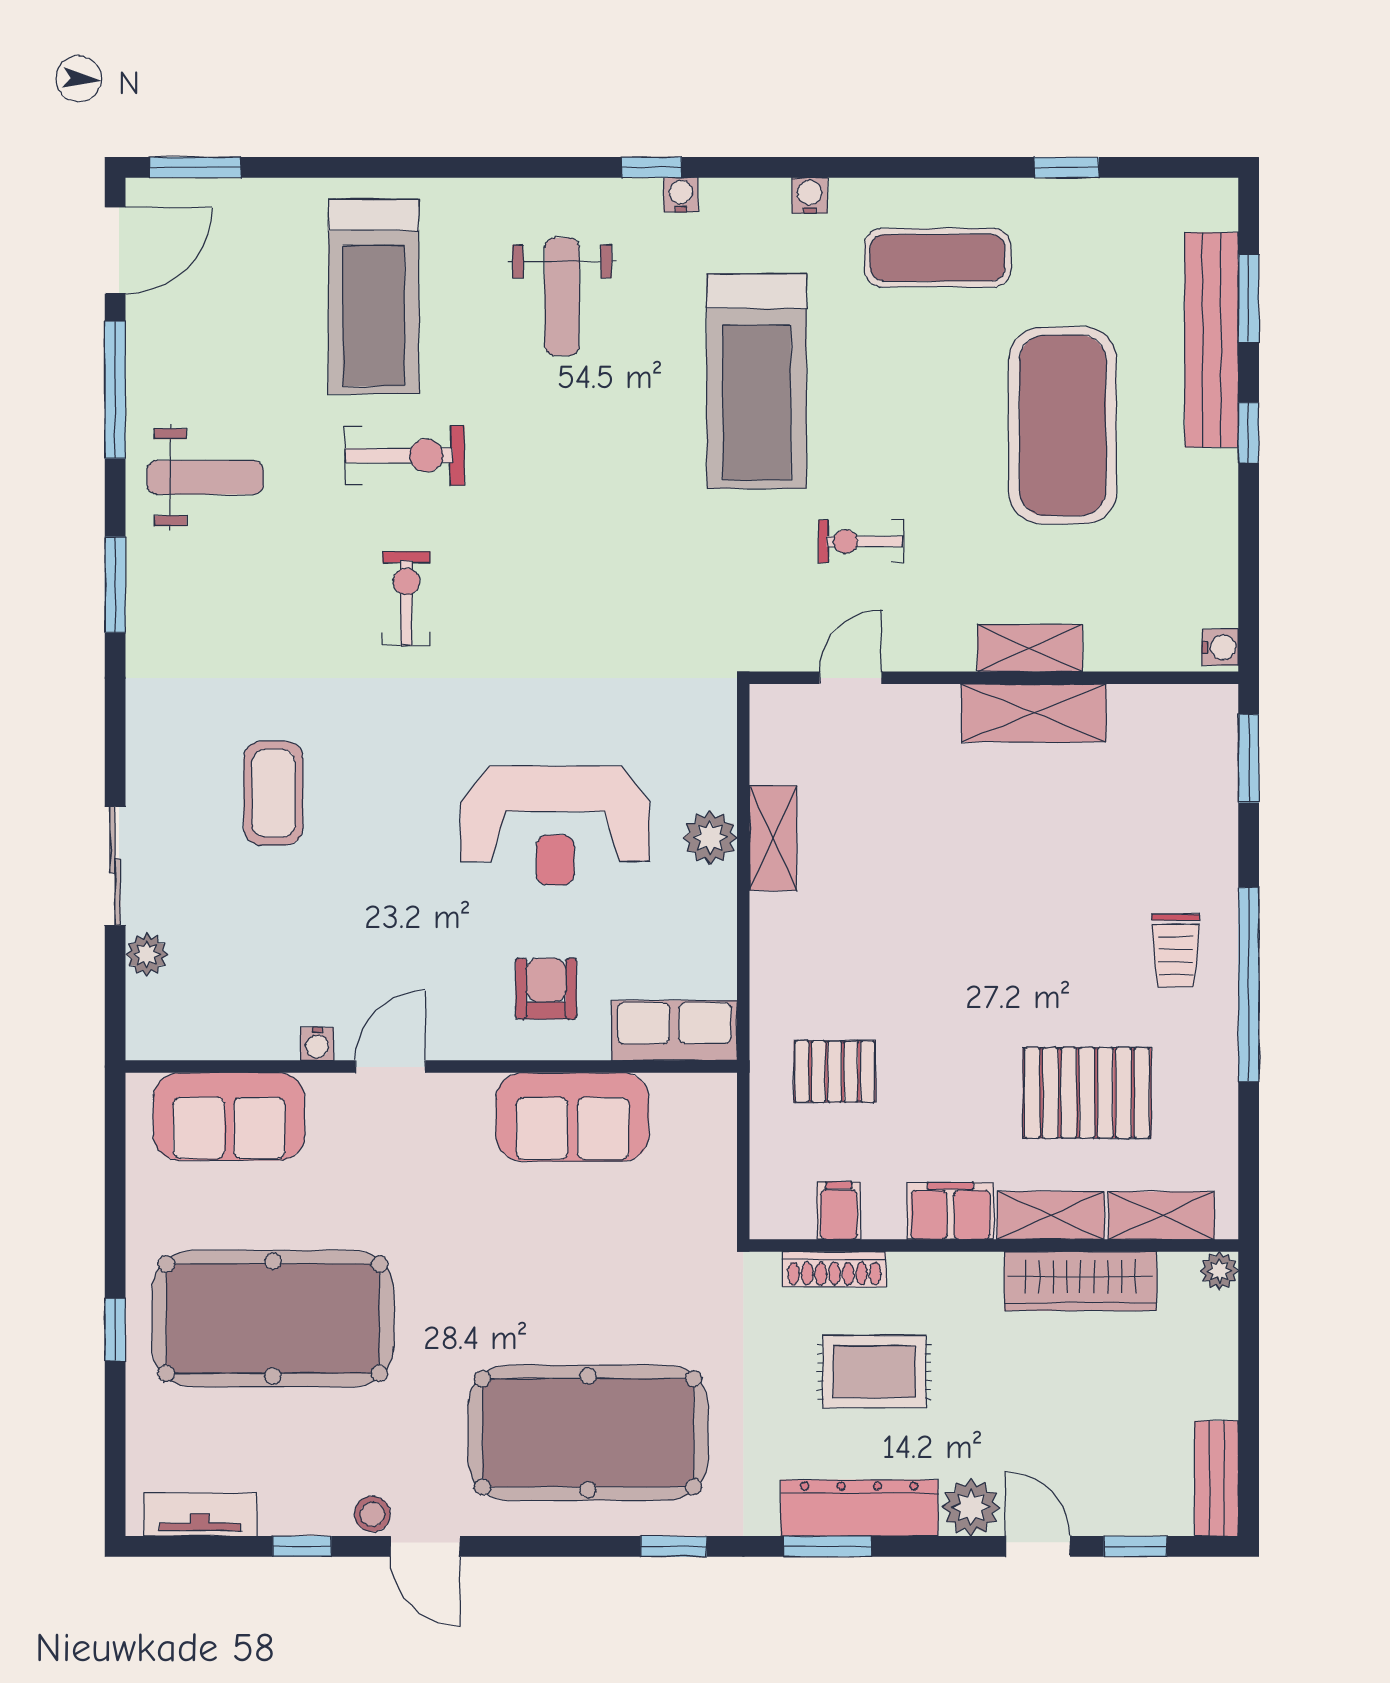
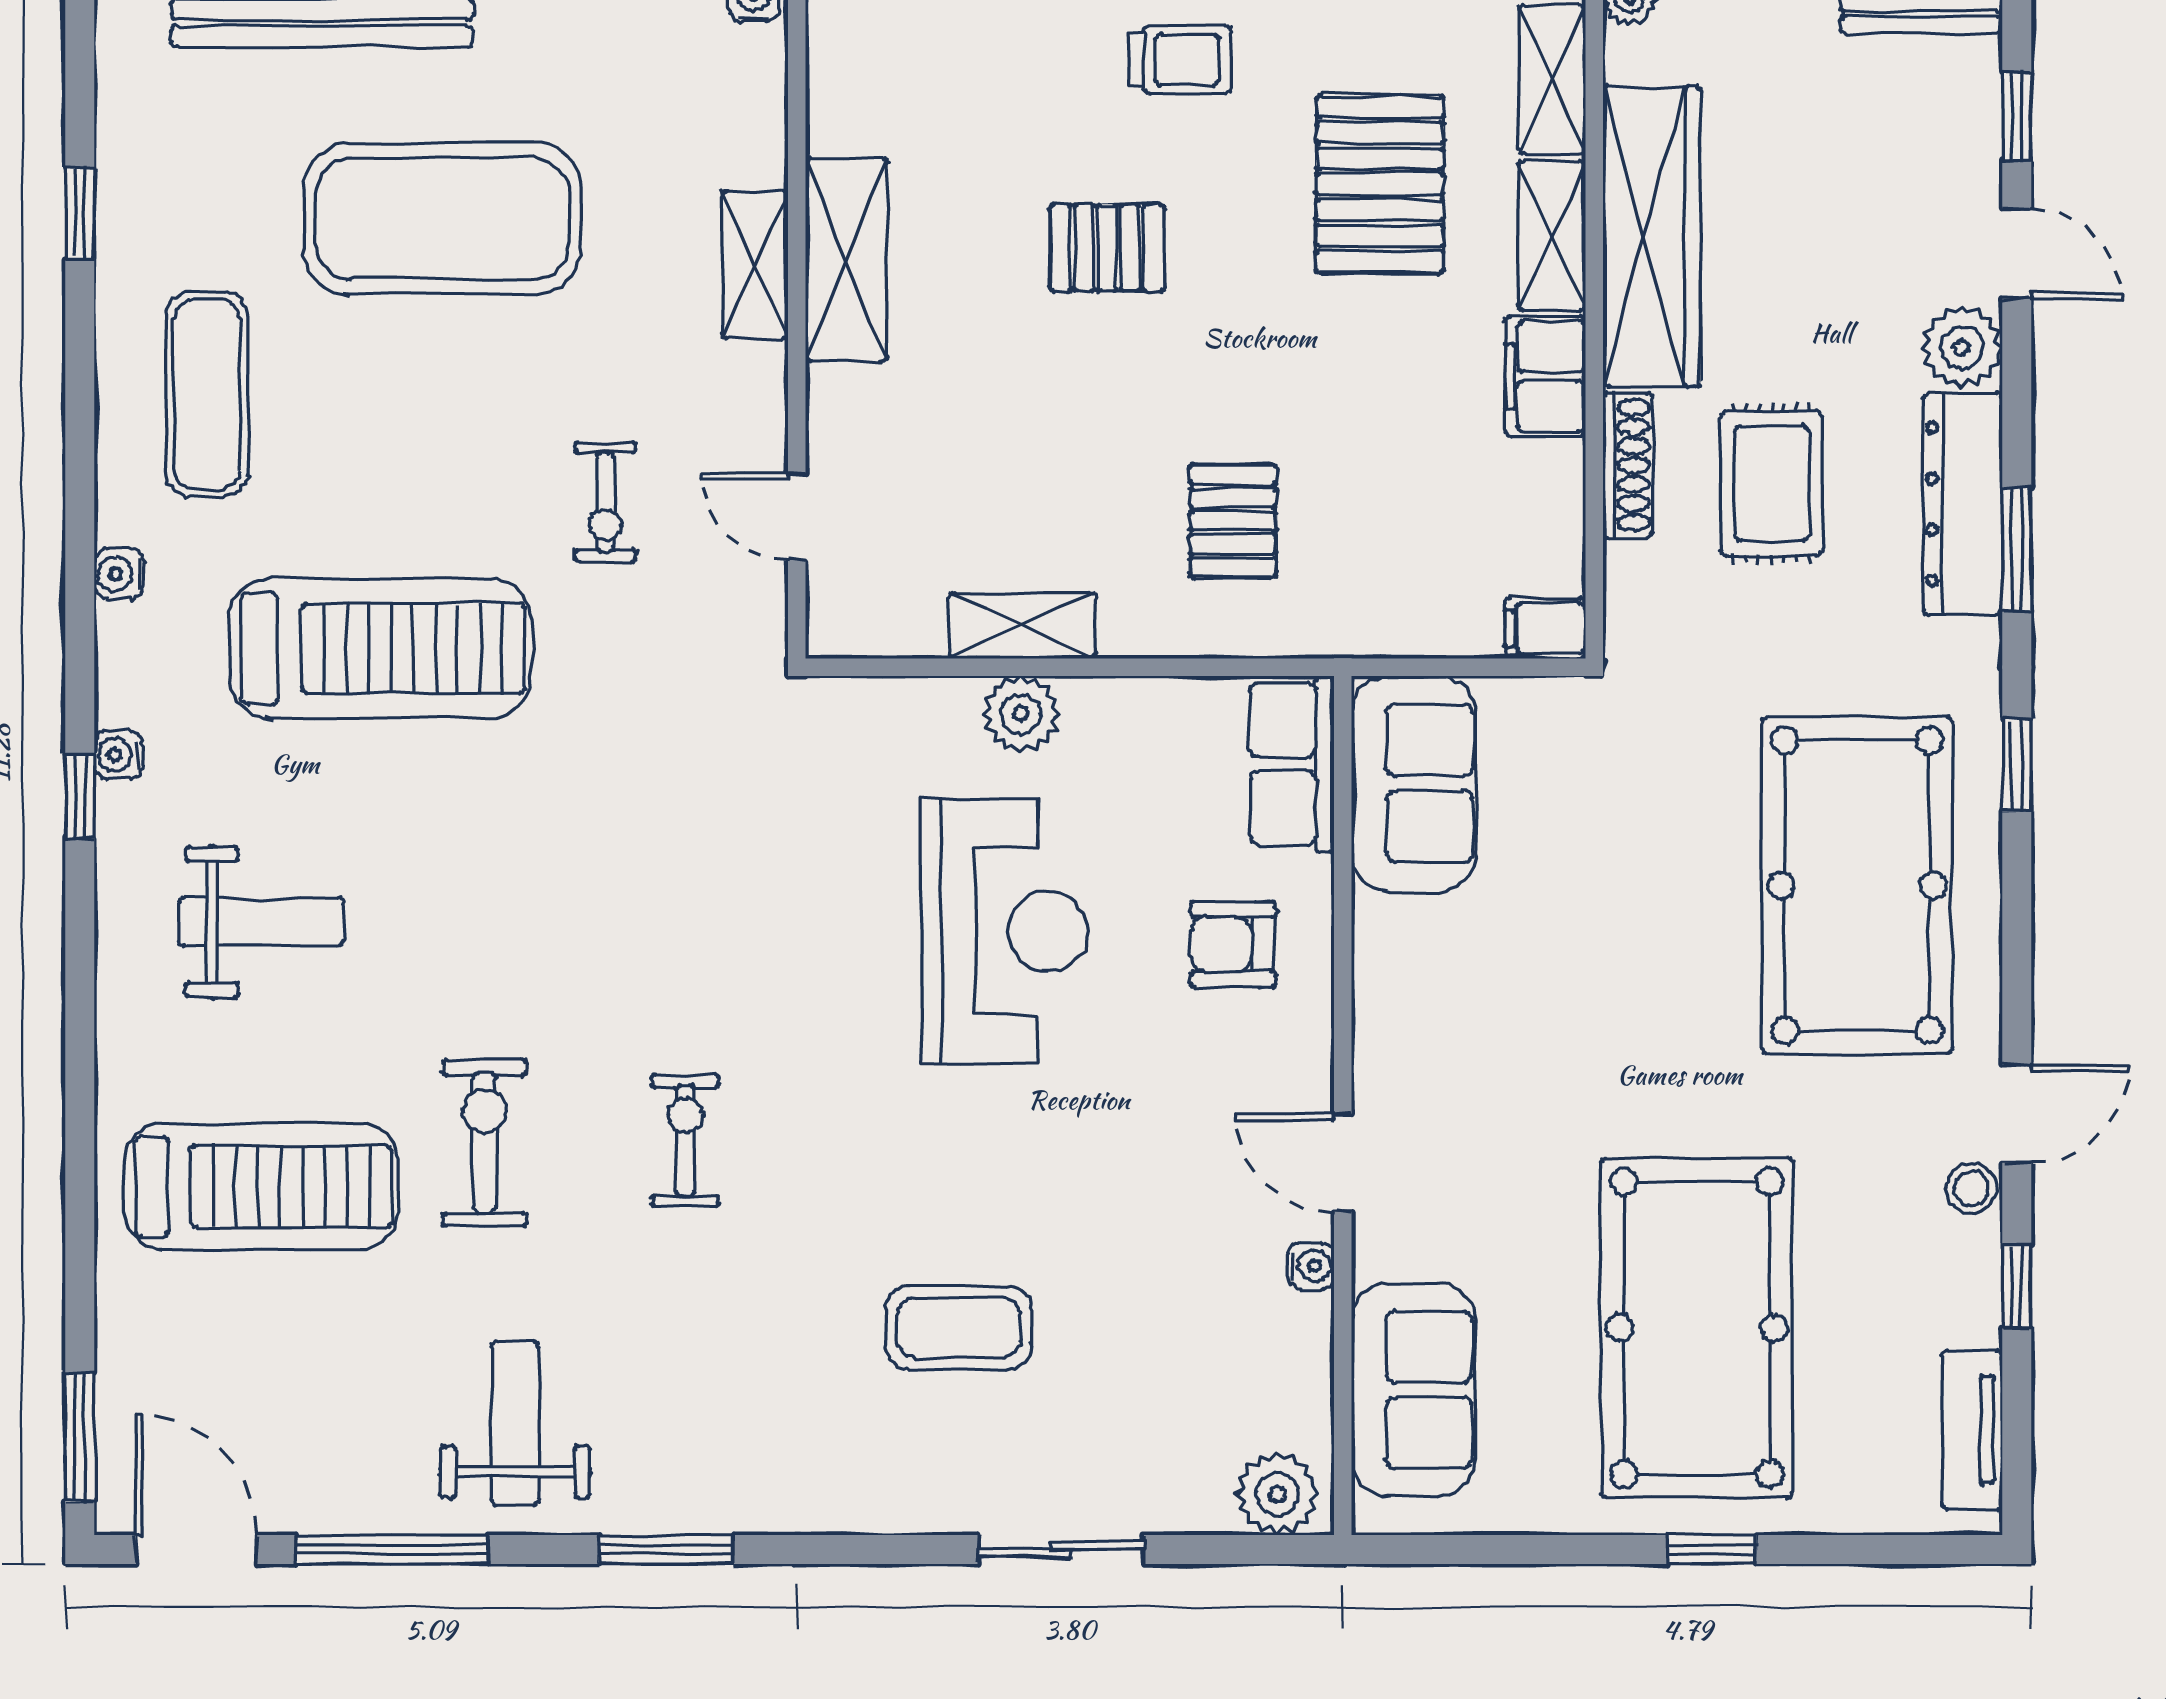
exercise bike: (406, 598) -> (685, 1140), turned 90
pallet: (1042, 899) -> (1107, 248), added
plant: (147, 955) -> (1277, 1494), moved, width x1.38, depth x1.38
pallet: (835, 1072) -> (1233, 521), moved
sofa: (573, 1117) -> (1414, 783), moved
filing cabinet: (839, 1211) -> (1545, 628), moved
shoe rack: (834, 1269) -> (1628, 465), moved
wardrobe: (1080, 1281) -> (1652, 236), width x1.40, depth x1.17
door: (1038, 1546) -> (2017, 254), swing flipped

